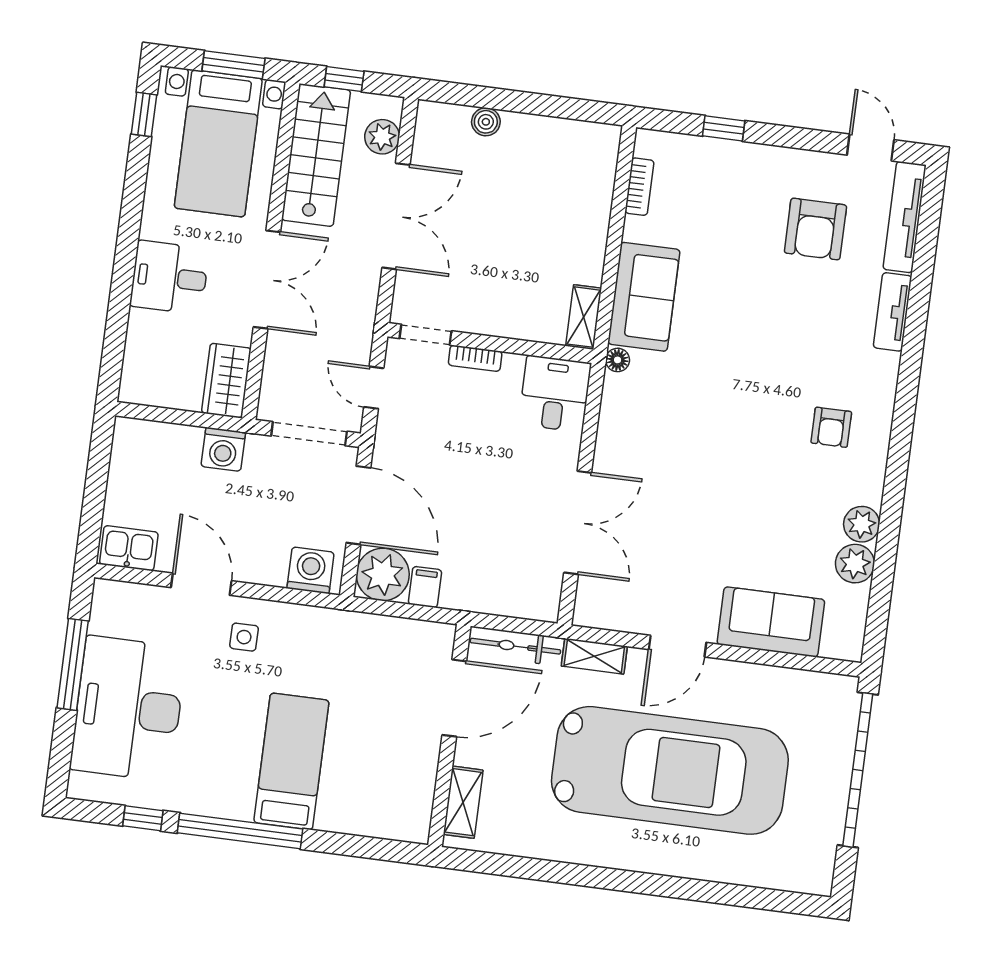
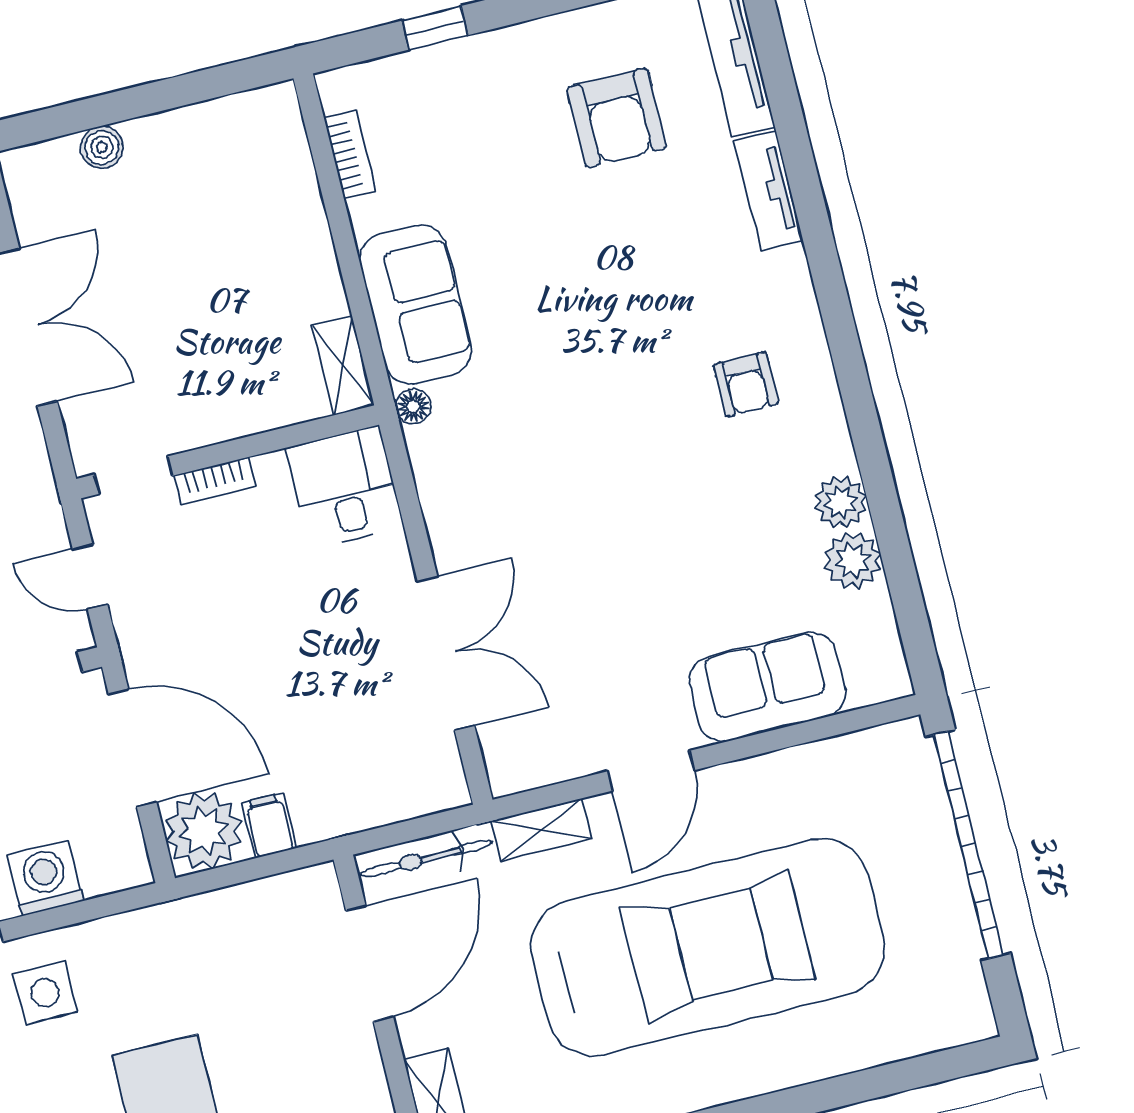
washing machine: (311, 570) -> (45, 878), moved
side table: (244, 637) -> (45, 993), width x1.37, depth x1.37

